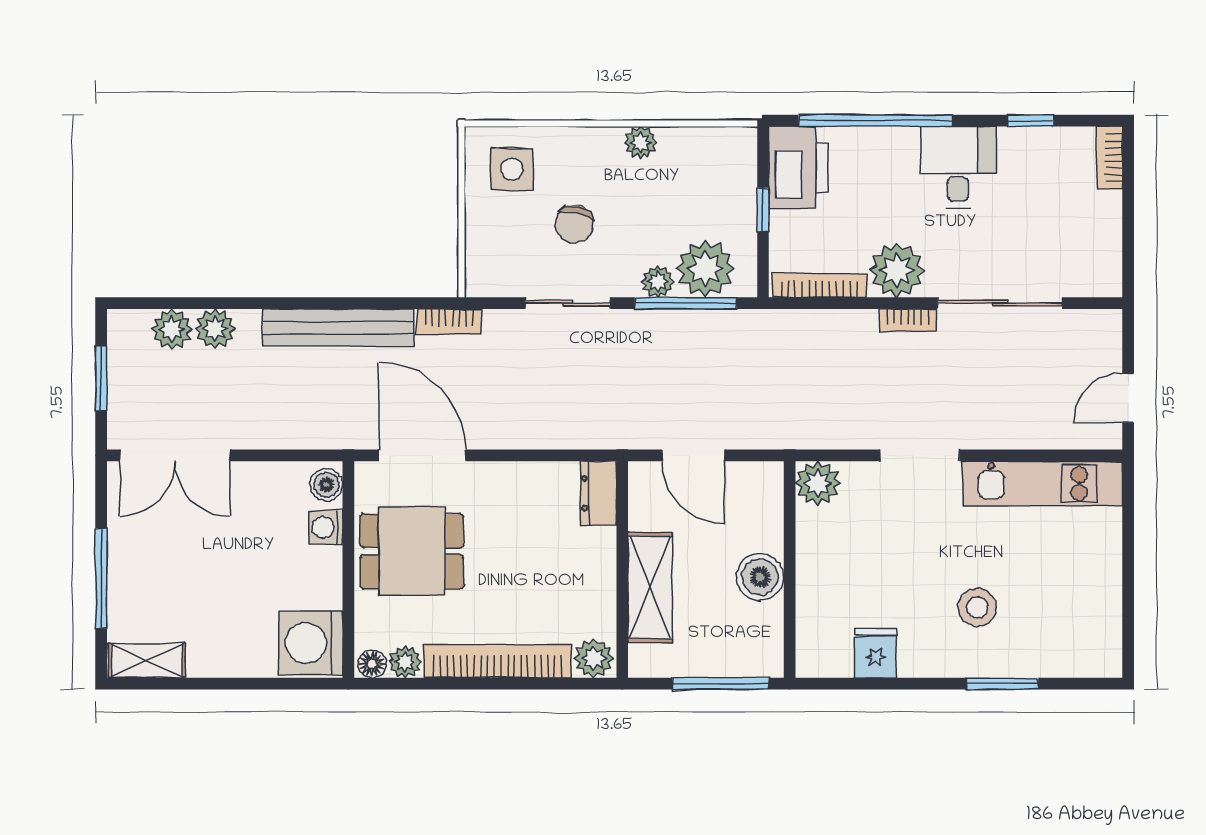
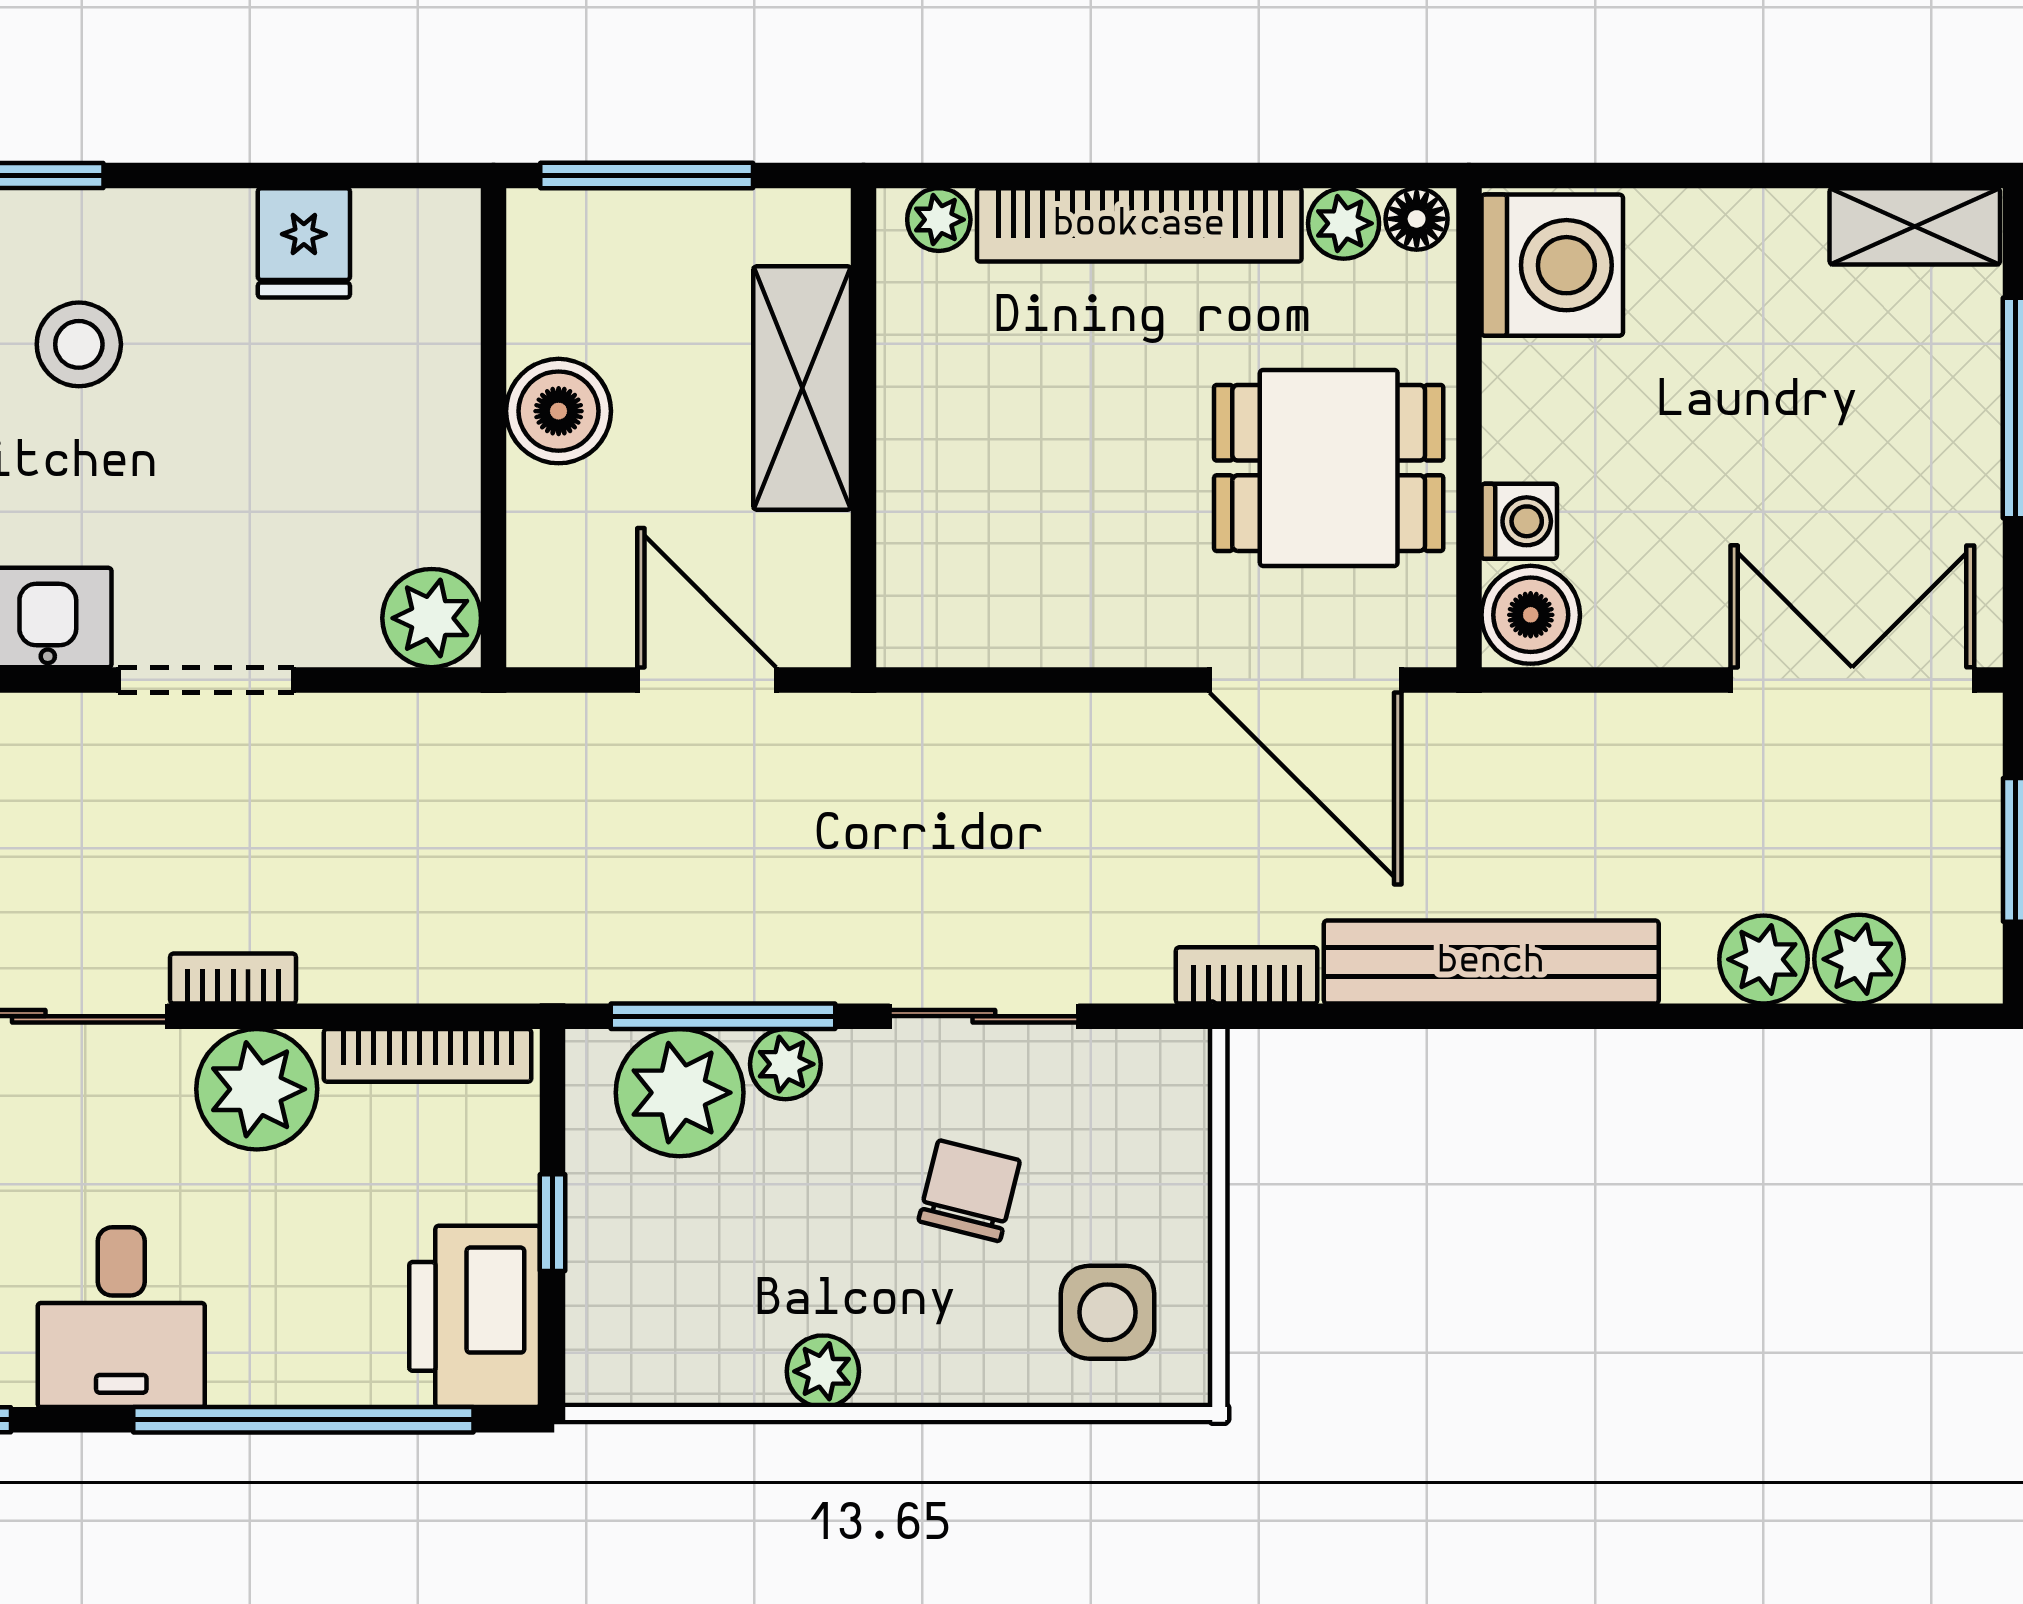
boiler: (326, 485) -> (1531, 615), width x1.36, depth x1.36
dresser: (598, 493) -> (916, 596), removed
plant: (594, 658) -> (939, 220), width x0.73, depth x0.73

